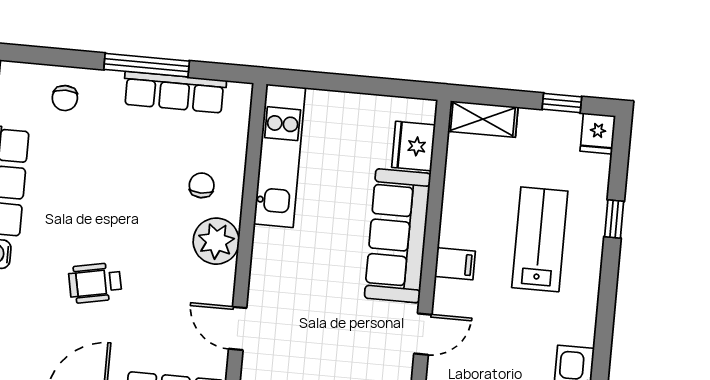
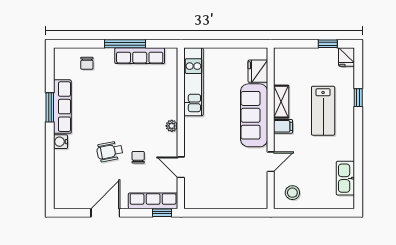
shelving: (483, 119) -> (281, 102), moved, turned 90
chair: (202, 185) -> (138, 157), moved
lab bench: (540, 239) -> (323, 111), turned 180
plant: (216, 241) -> (172, 126), width x0.53, depth x0.53

